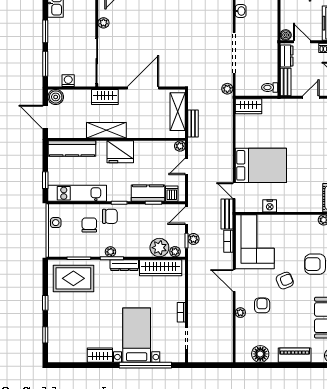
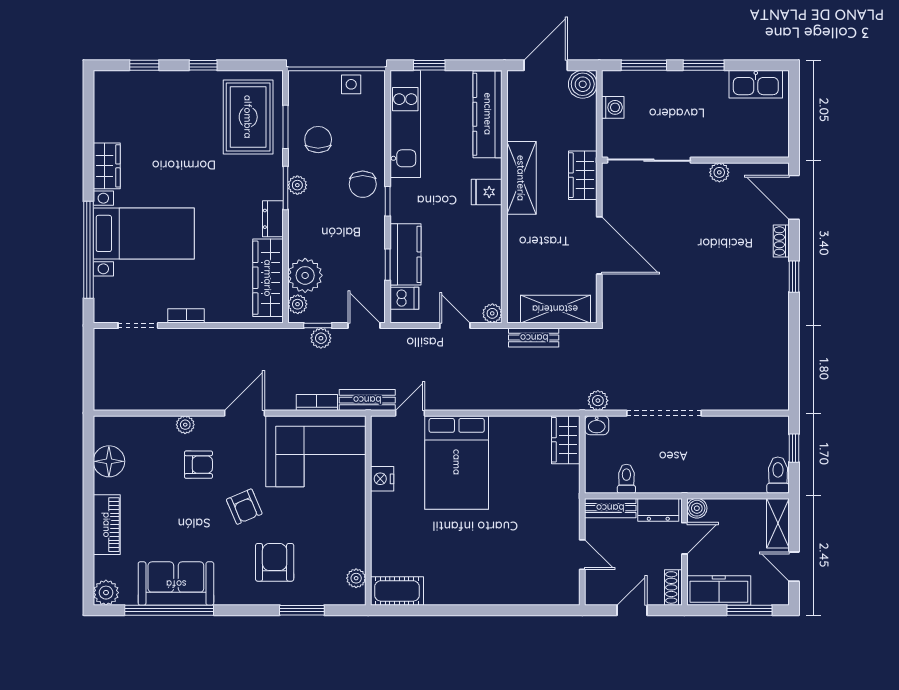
washbasin: (241, 11) -> (597, 425), moved
toilet: (270, 87) -> (626, 479), moved
fridge: (120, 152) -> (487, 192), width x0.53, depth x0.75
chair: (89, 225) -> (318, 140), moved, turned -90
dresser: (124, 265) -> (273, 219), width x0.70

